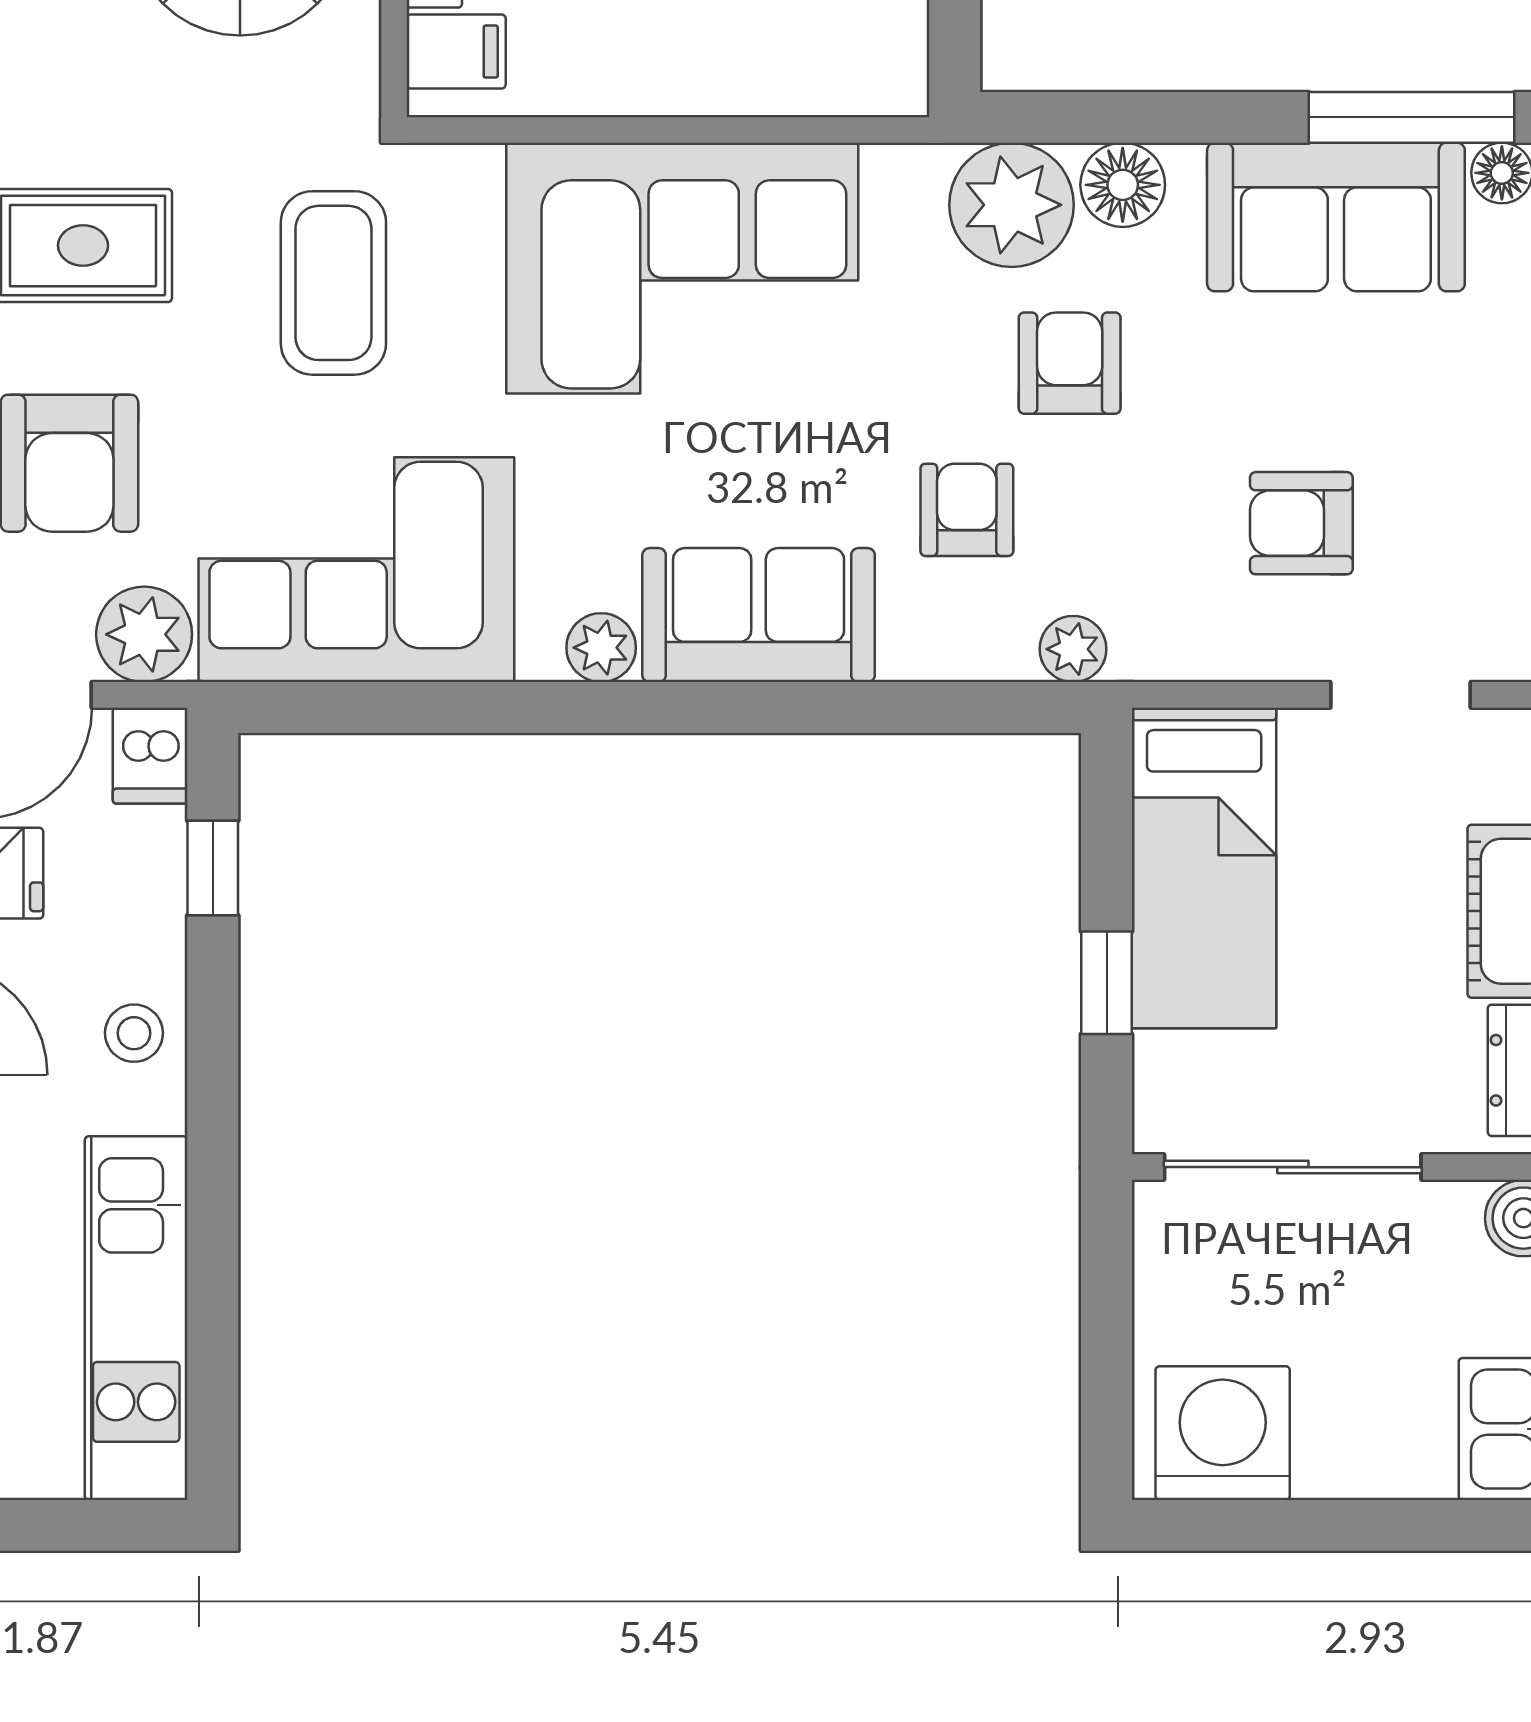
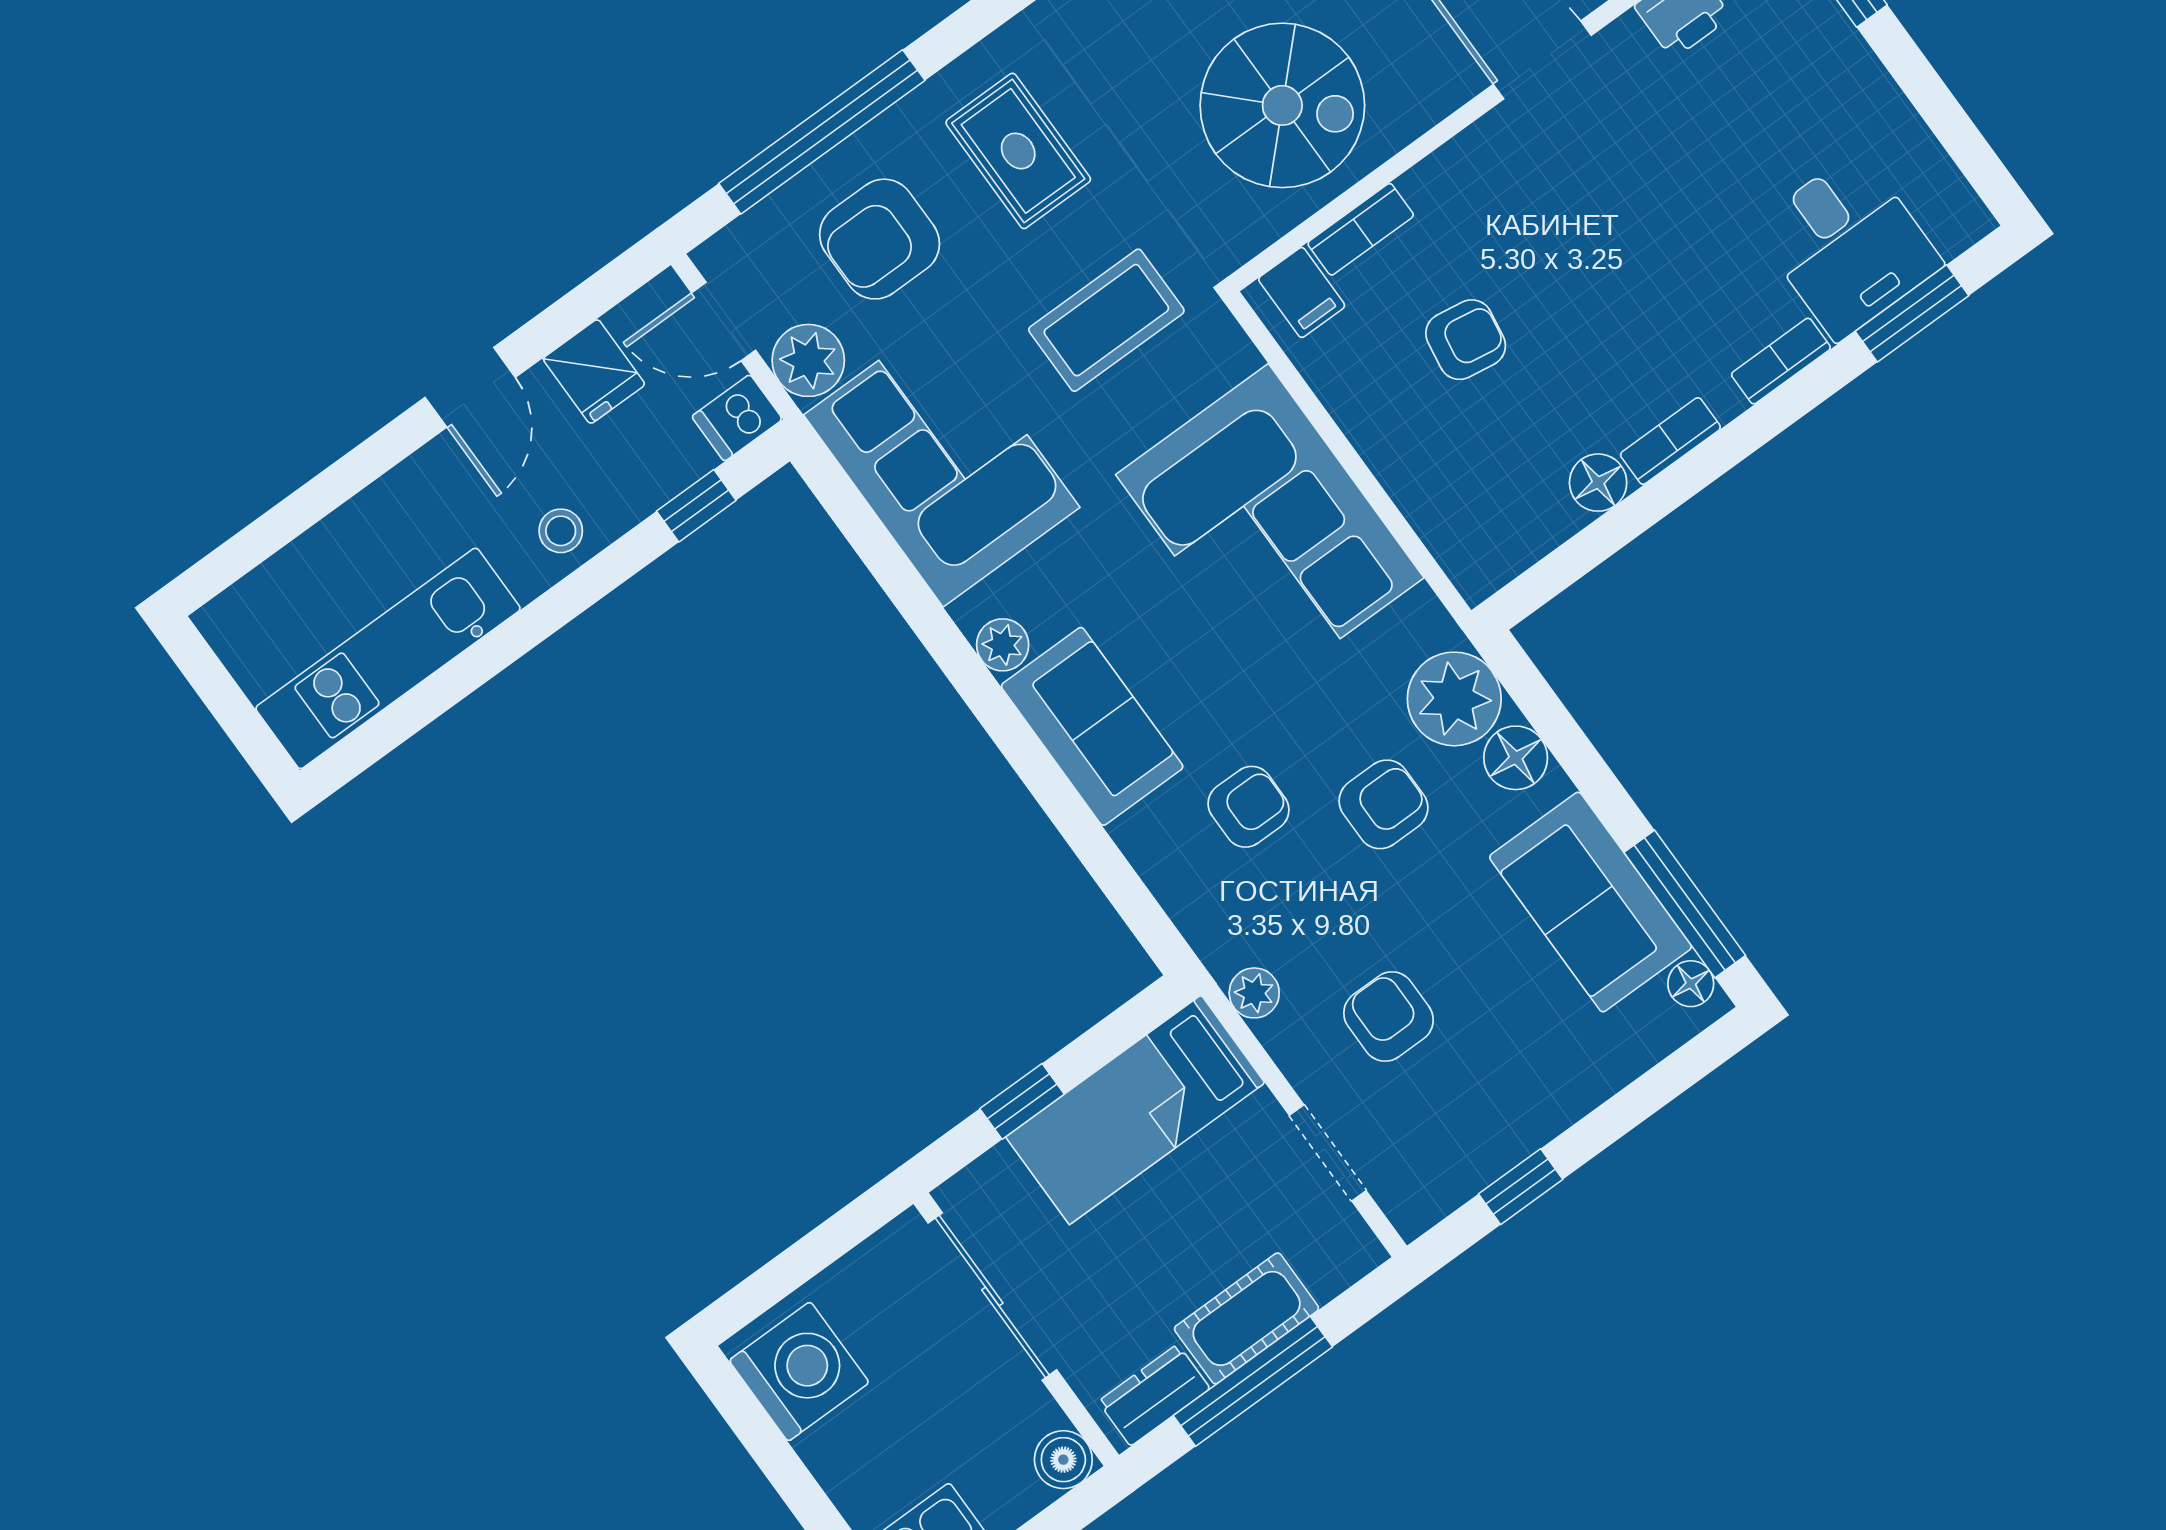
plant: (1073, 649) -> (1254, 993), moved

